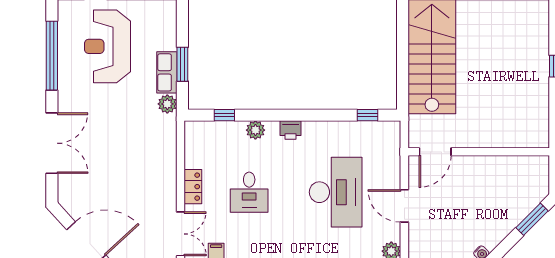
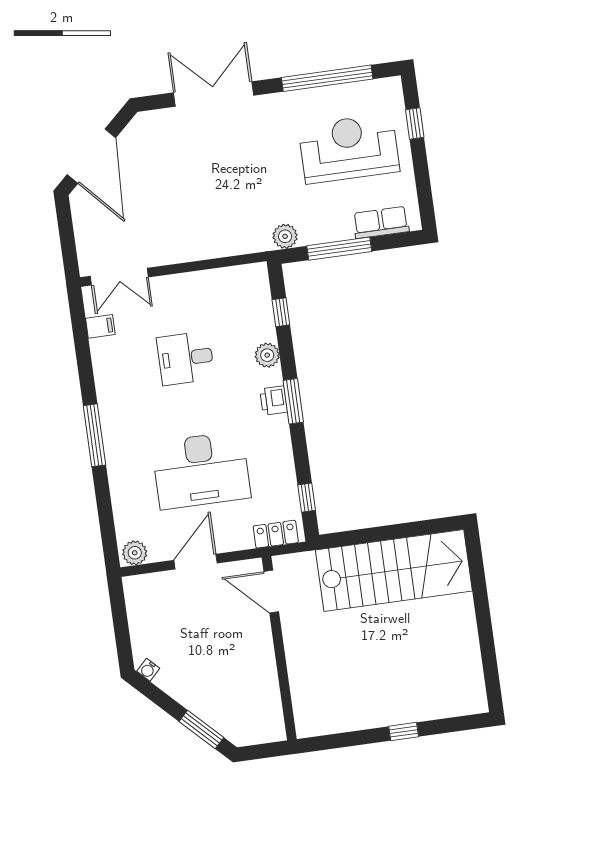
window: (182, 64) -> (339, 249), width x1.44
row of seats: (167, 72) -> (381, 222), moved
window: (293, 115) -> (293, 401), added
double door: (52, 143) -> (214, 94), swing flipped
locker: (193, 187) -> (276, 534), moved, turned 180

